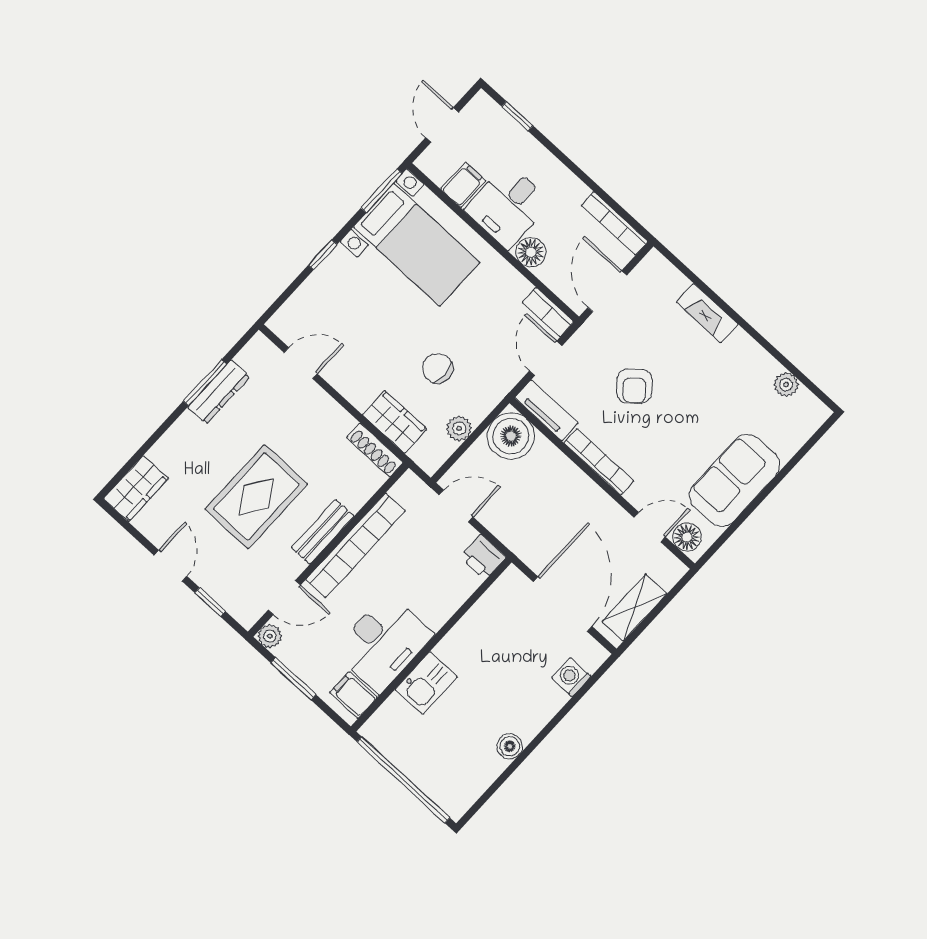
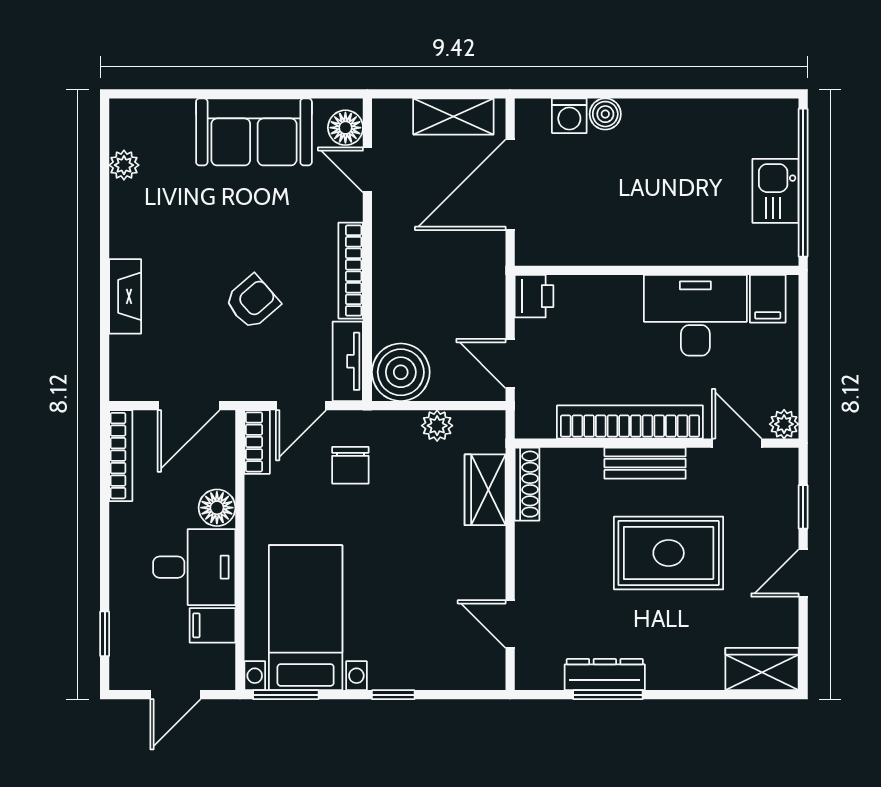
chair: (438, 368) -> (350, 465), moved
window: (293, 679) -> (803, 367), removed
kitchen sink: (426, 683) -> (775, 191), moved, turned -90
boiler: (510, 746) -> (605, 114), moved

